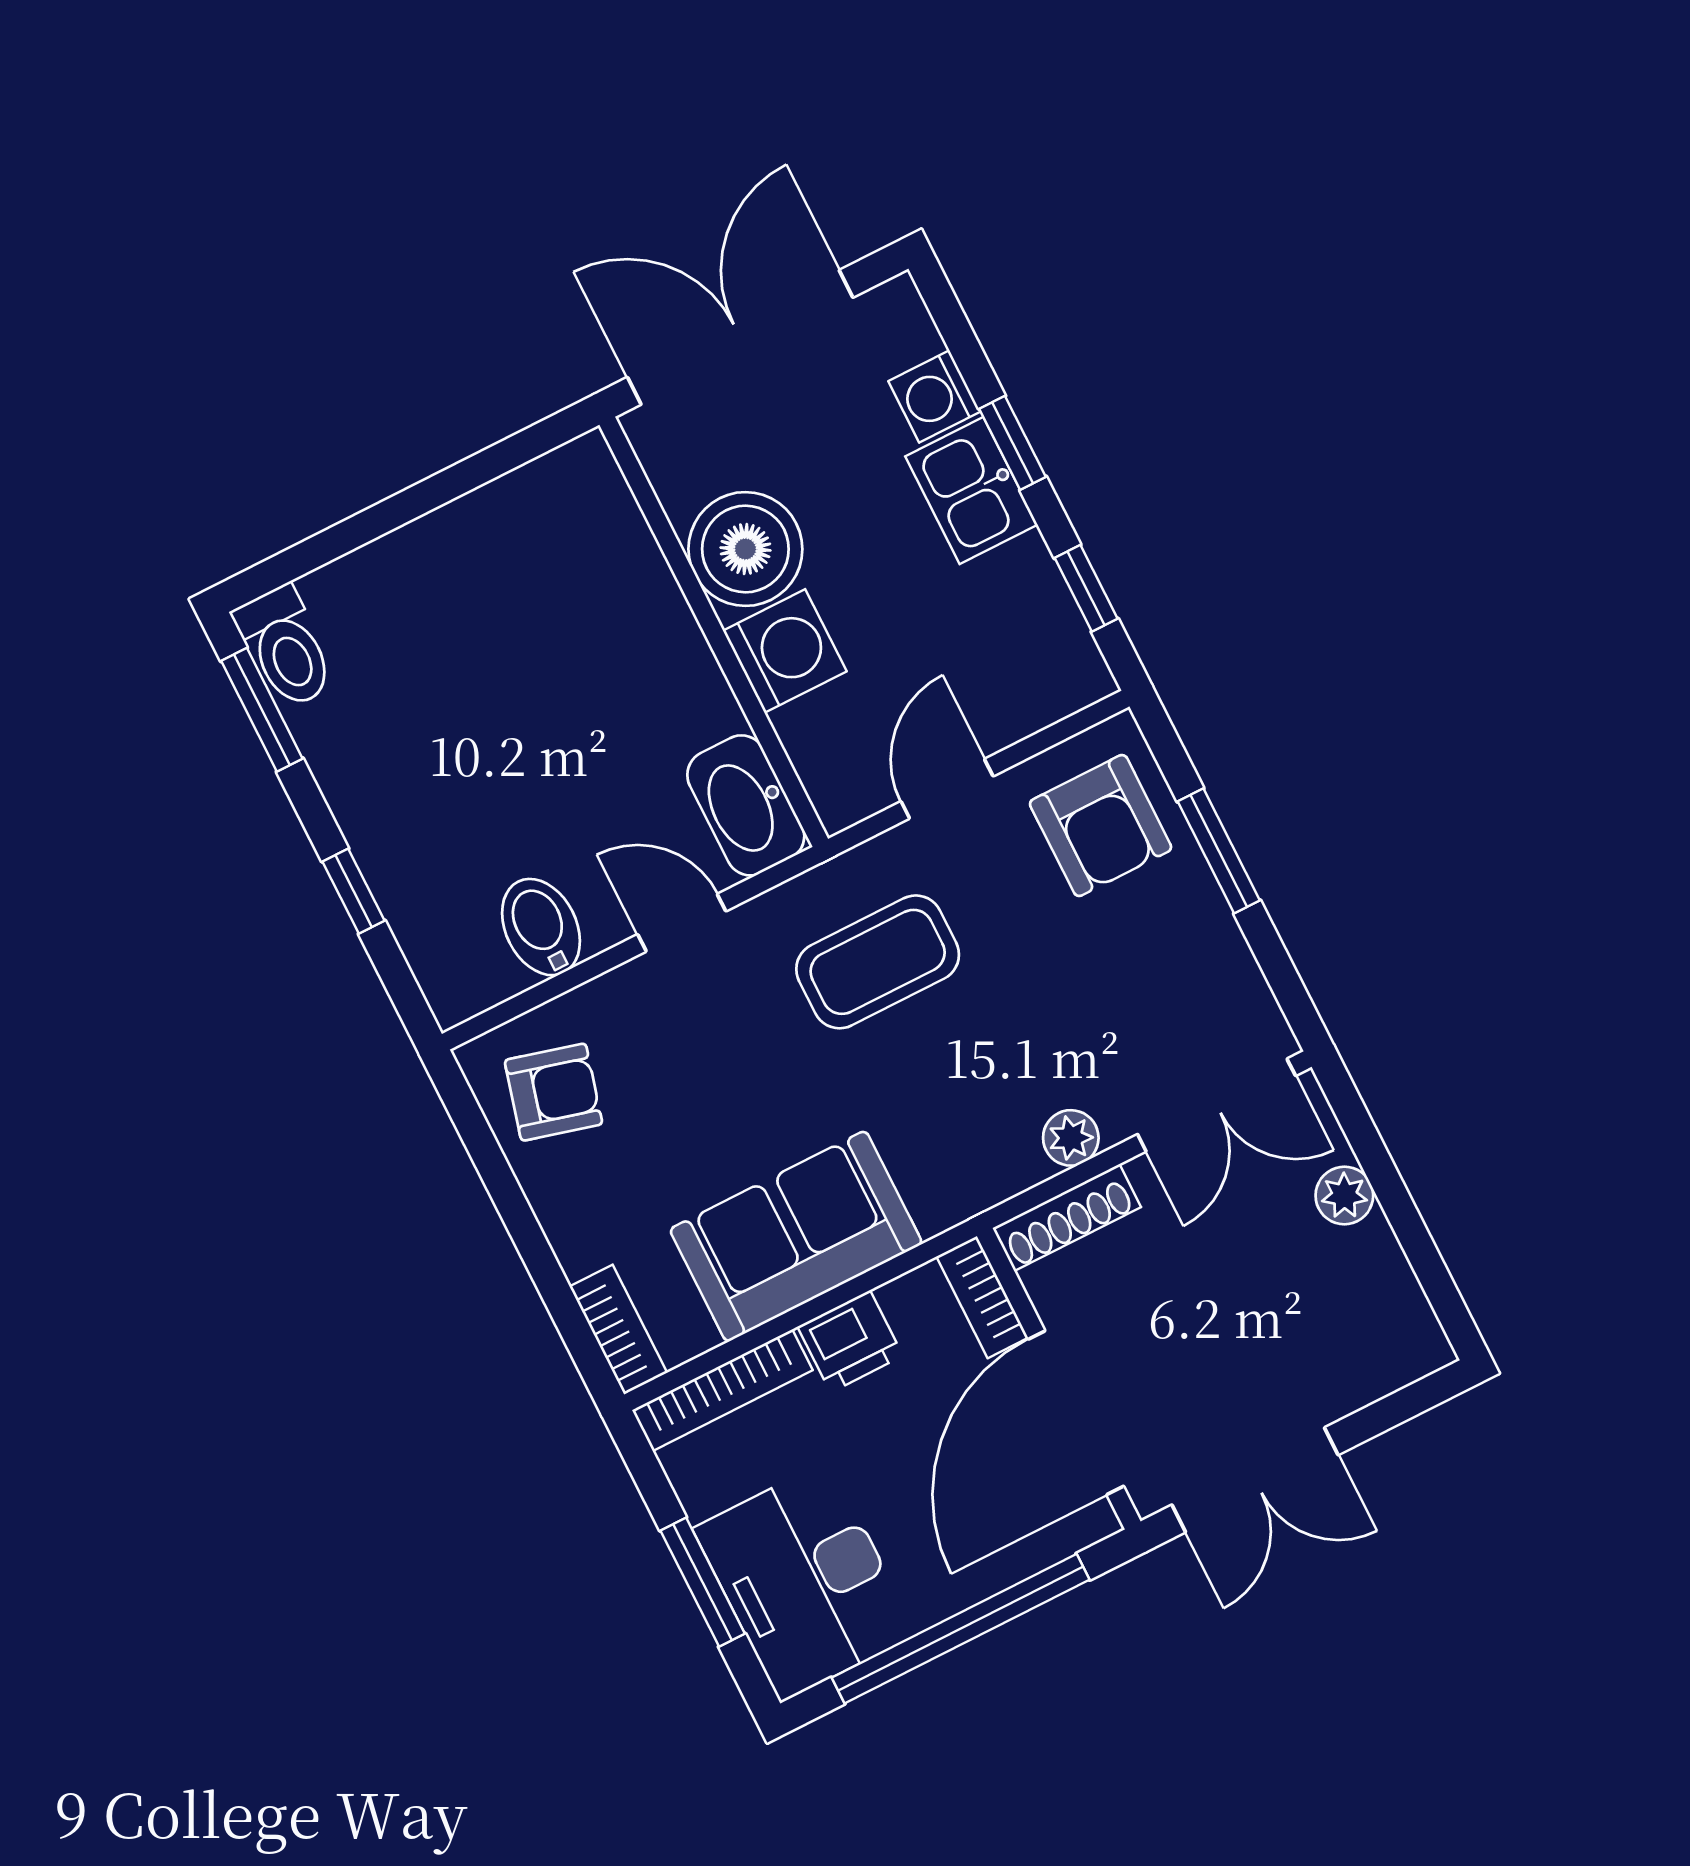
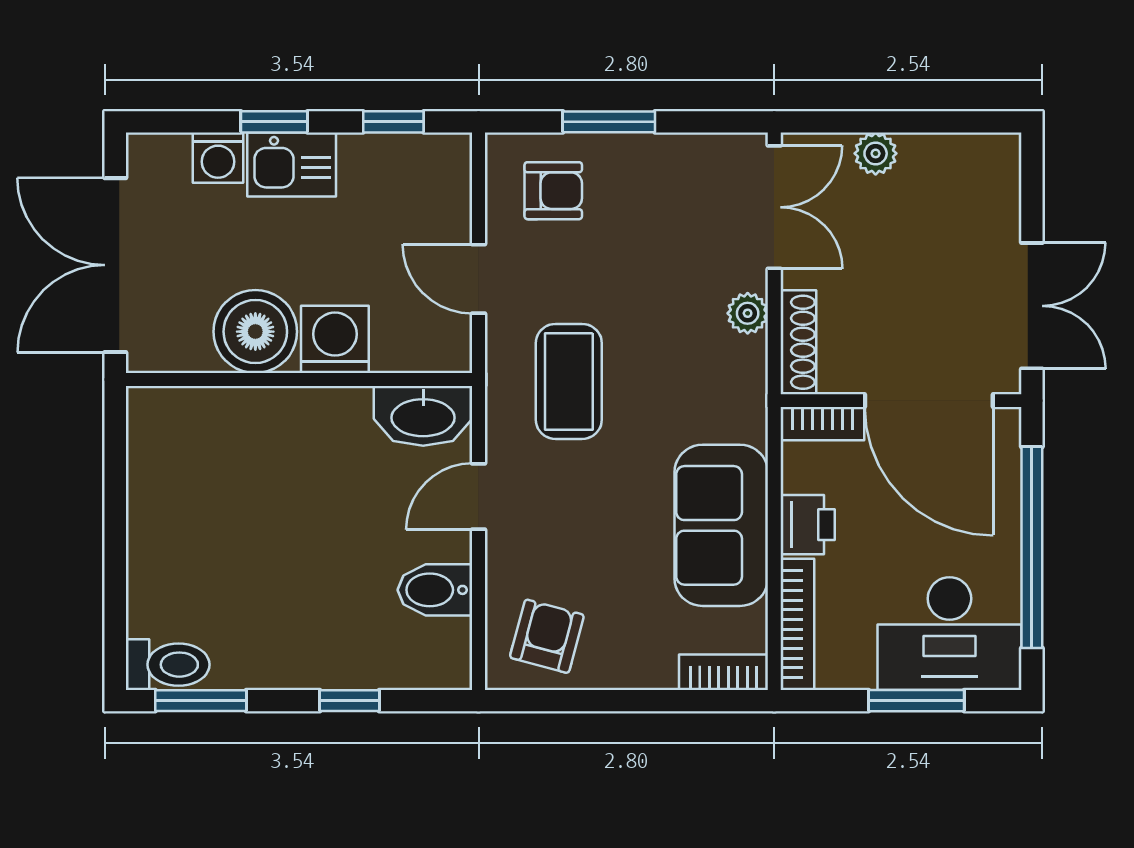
armchair: (1101, 825) -> (553, 191), width x0.72, depth x0.72

